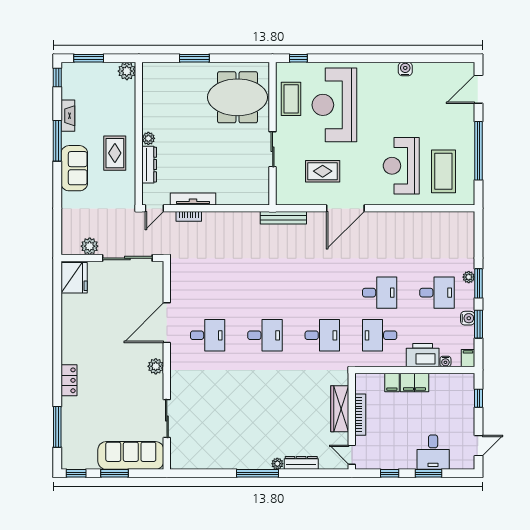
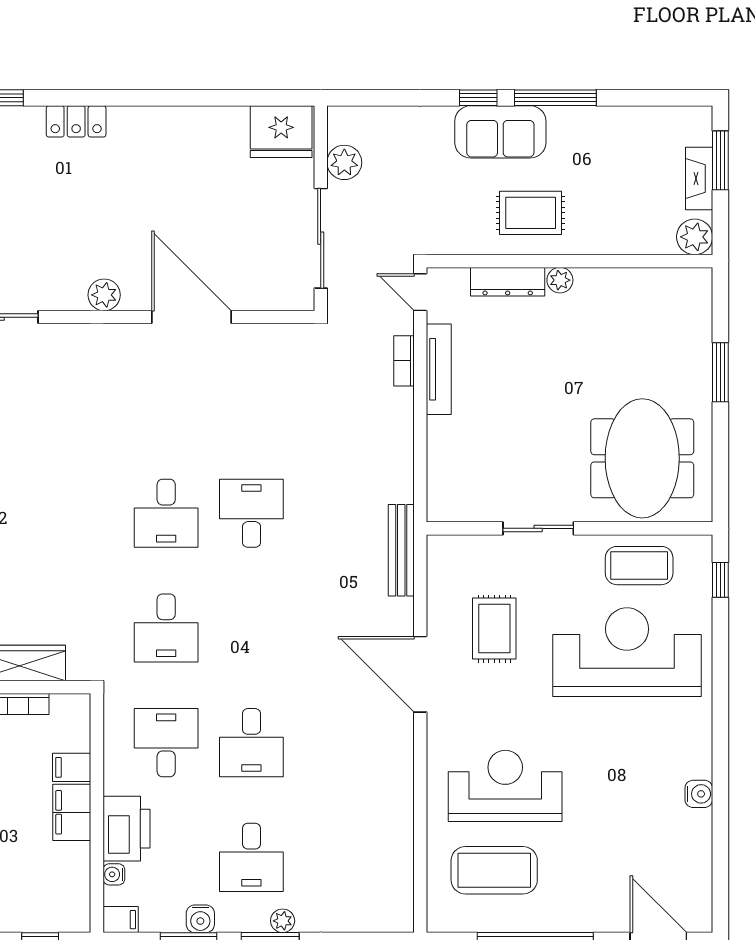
window: (57, 78) -> (478, 98), moved
fireplace: (68, 116) -> (699, 178), moved, turned 90
desk: (208, 335) -> (251, 513), moved, turned 180

